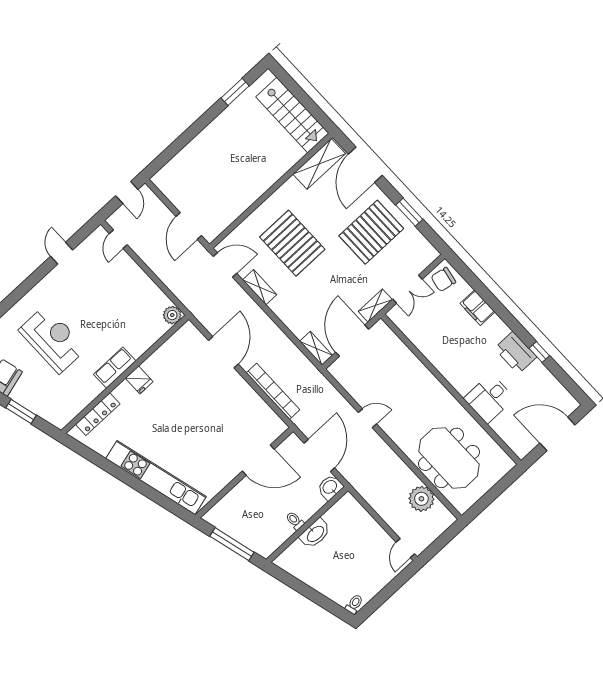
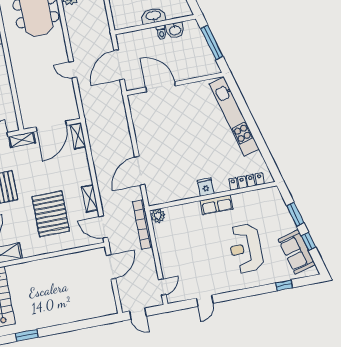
door: (127, 193) -> (138, 314), swing flipped
bookcase: (273, 391) -> (142, 224), moved
washbasin: (330, 487) -> (175, 30), moved

